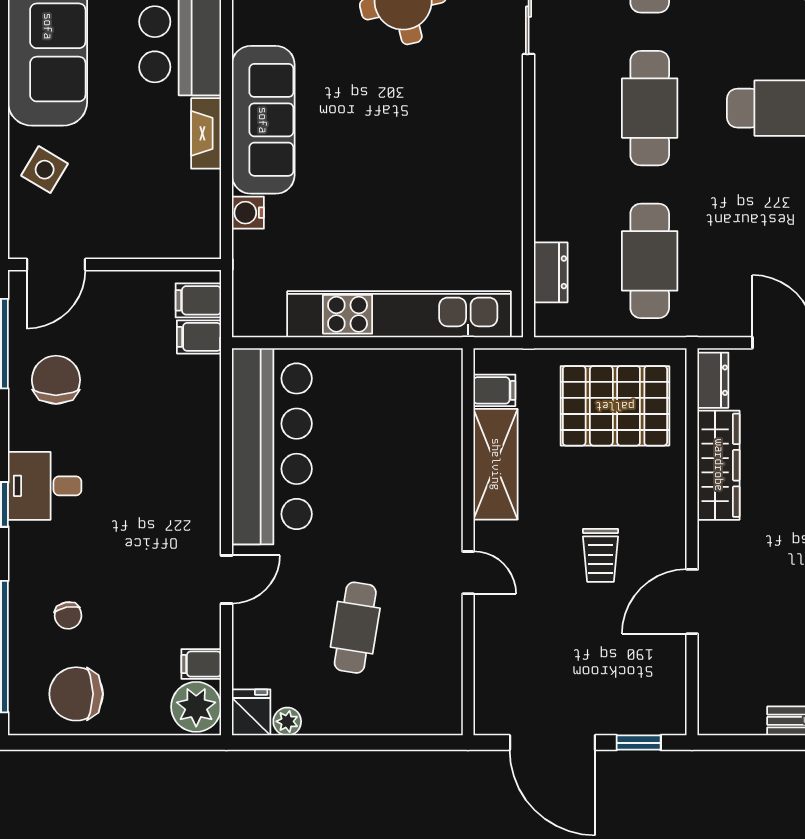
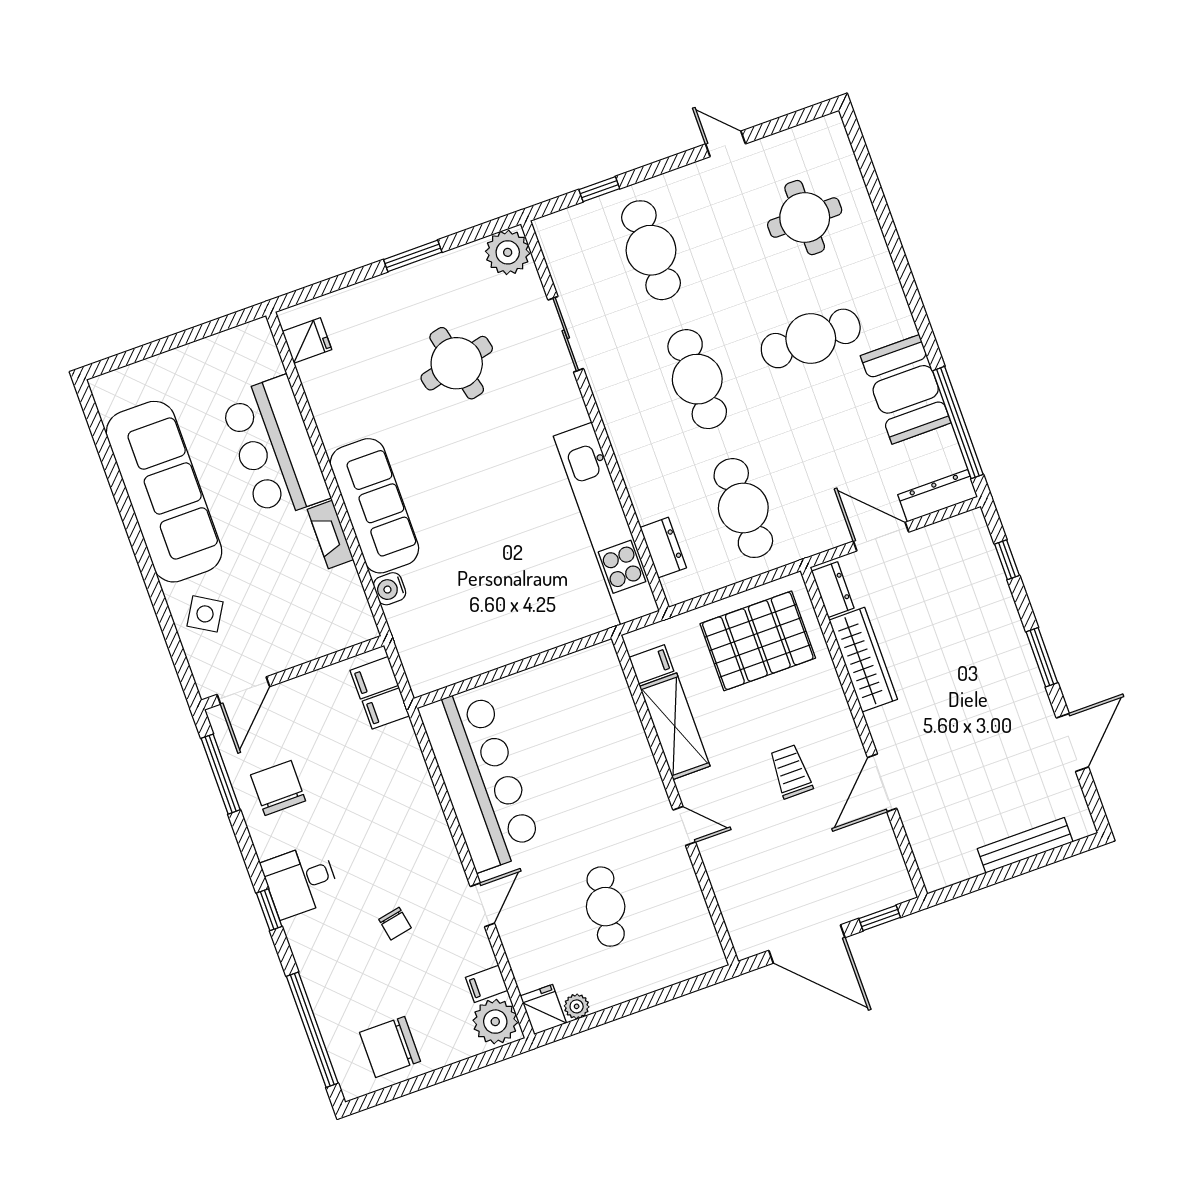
kitchen unit: (399, 314) -> (606, 523), moved, turned -90
trolley: (601, 555) -> (791, 772), turned 180
chair: (68, 615) -> (395, 924), moved

